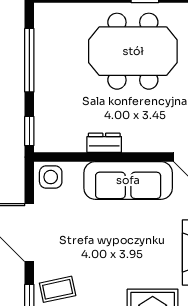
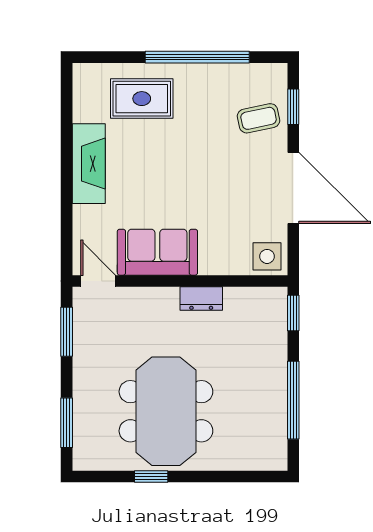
meeting table: (133, 51) -> (166, 411), turned 90
sofa: (128, 180) -> (157, 252), width x0.73

